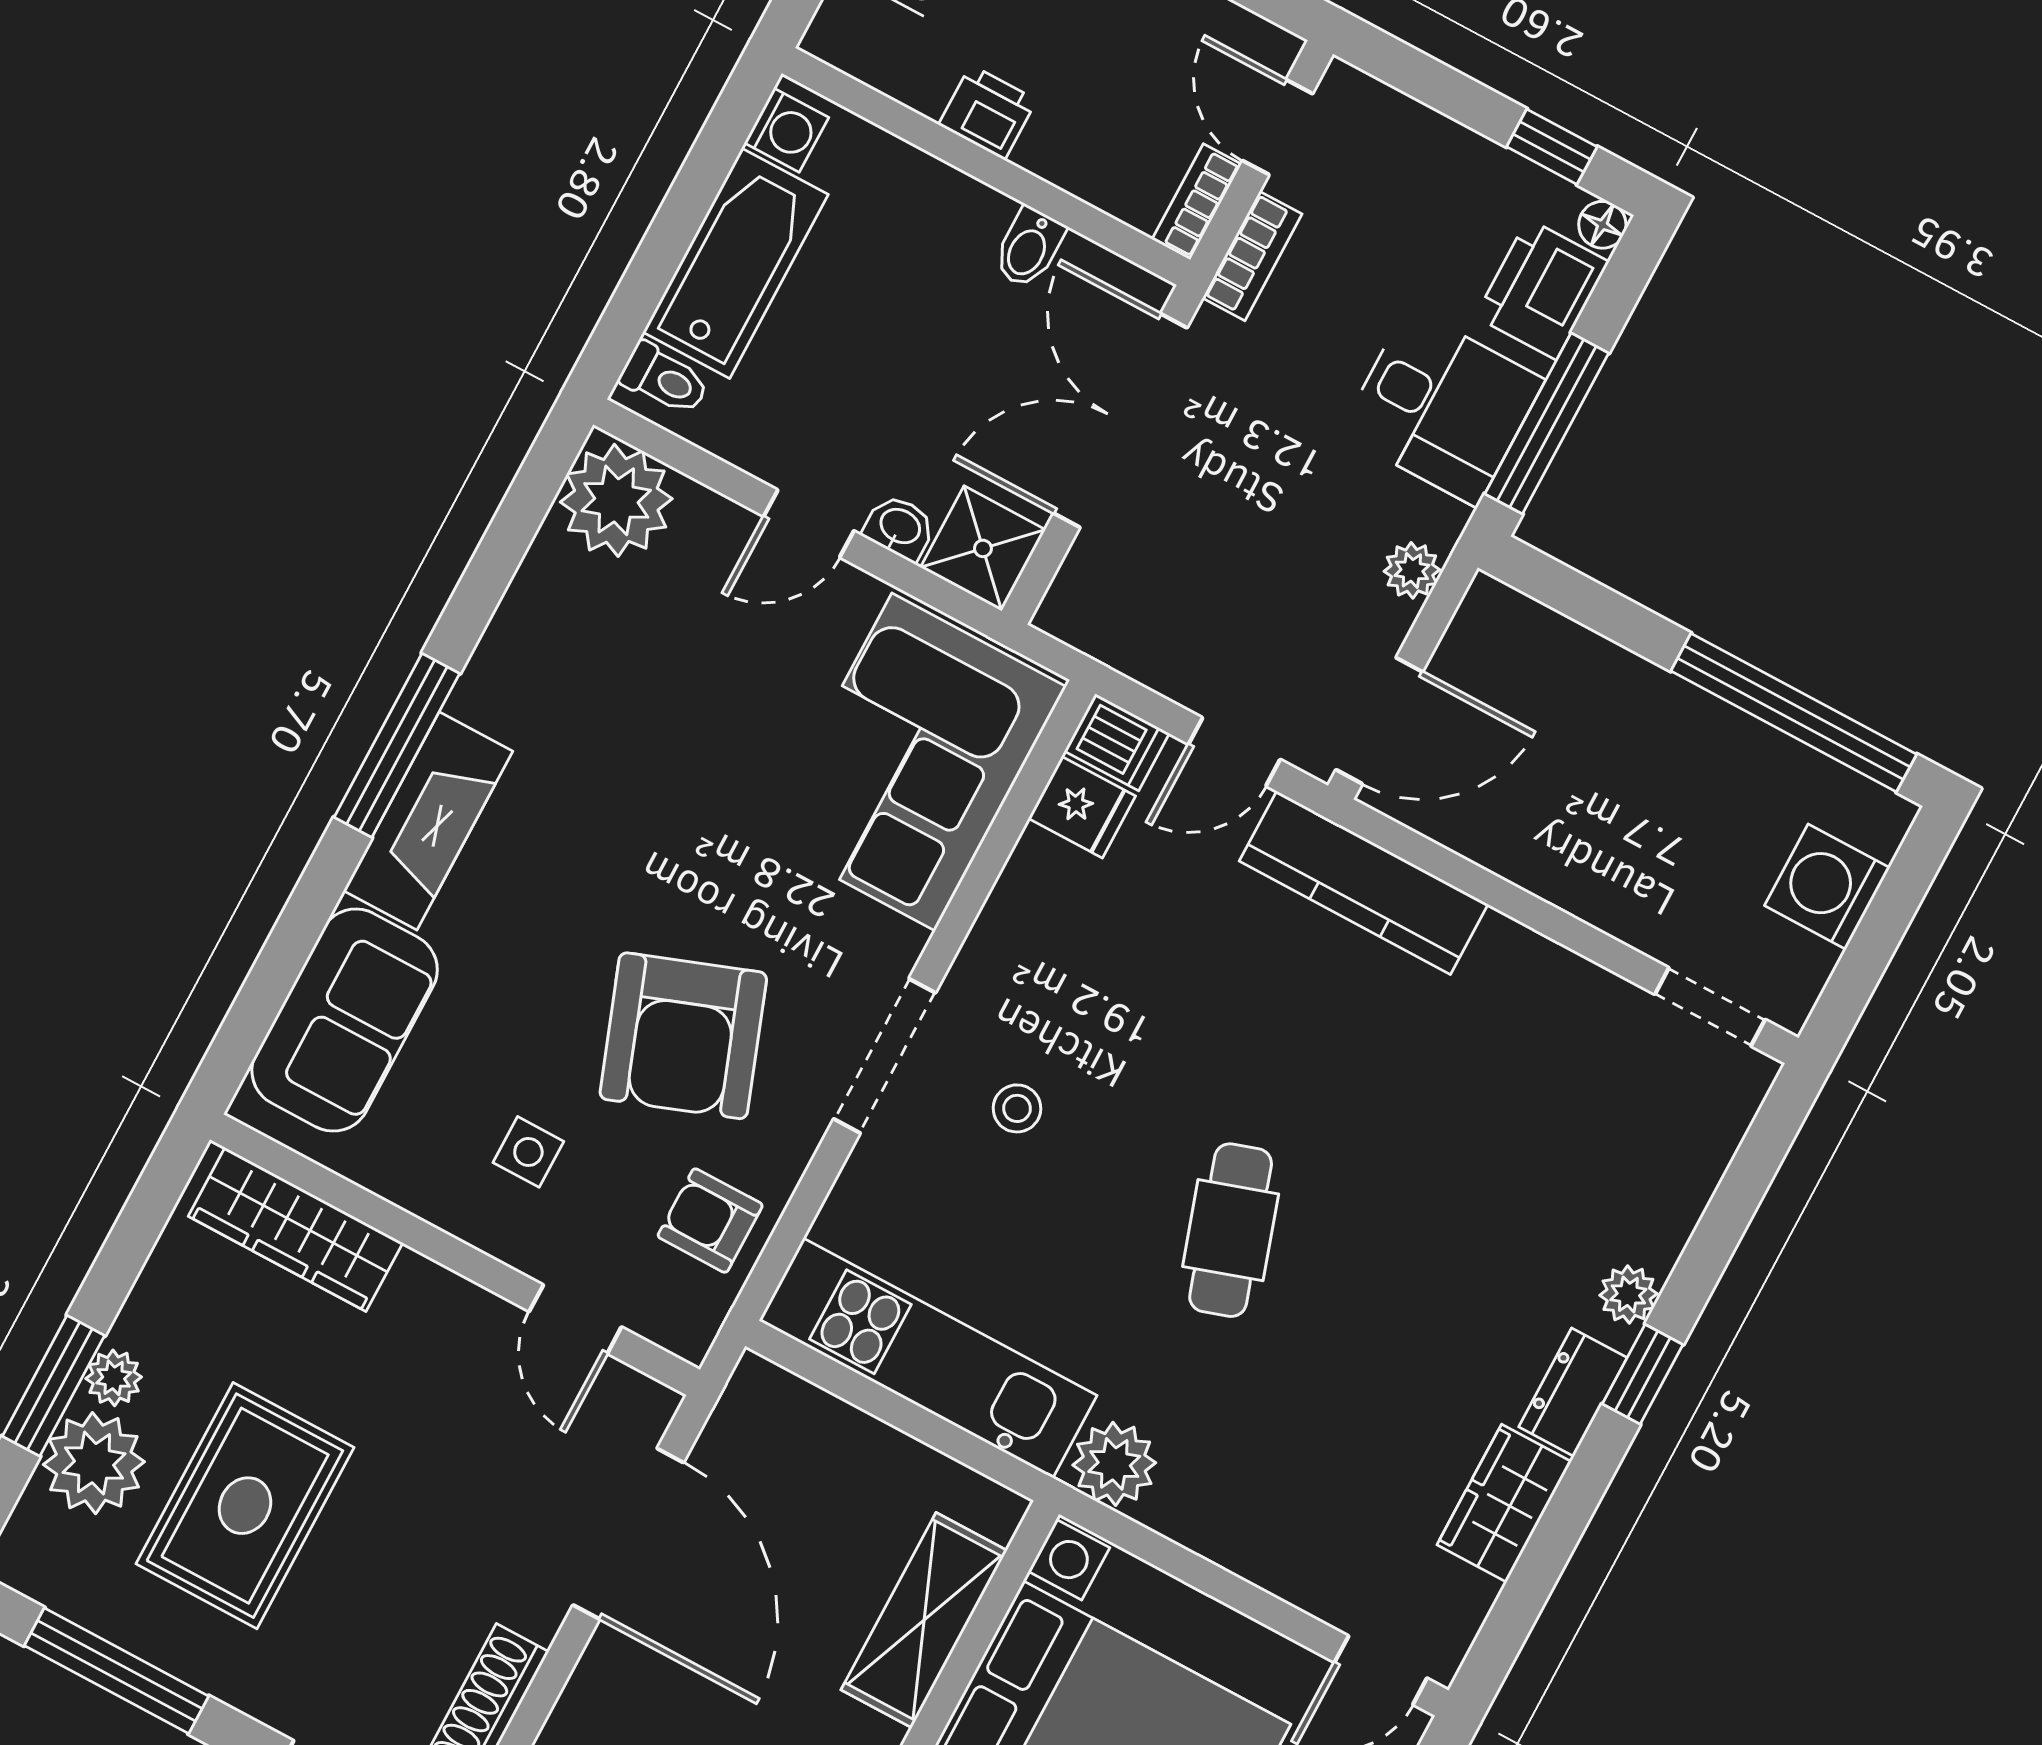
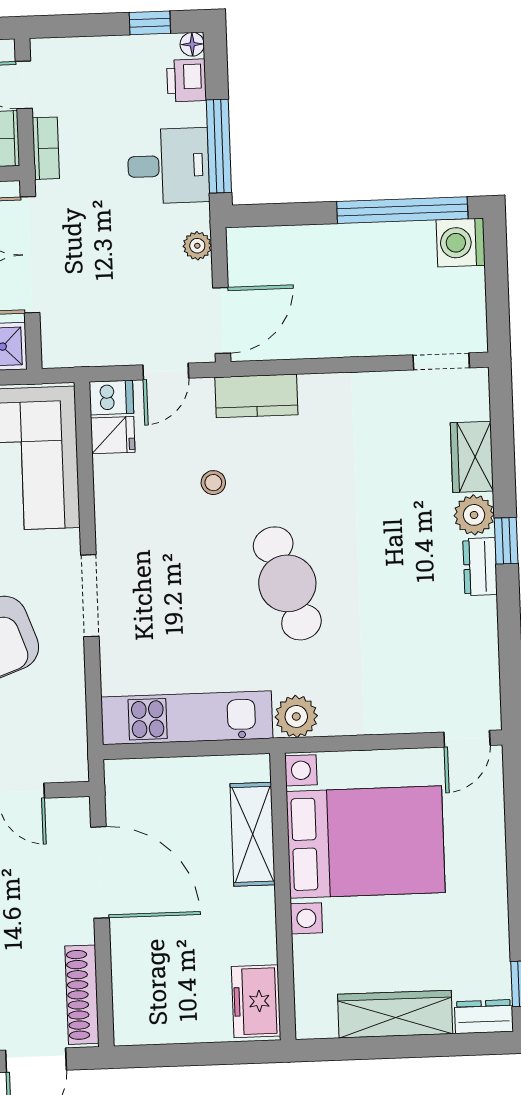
printer: (1542, 289) -> (186, 80), width x0.73, depth x0.81
kitchen counter: (1364, 883) -> (256, 396), width x0.67
washing machine: (1827, 887) -> (461, 243), moved
stool: (1017, 1108) -> (213, 483), moved
armchair: (710, 1221) -> (55, 713), removed
cafe table: (1231, 1230) -> (287, 583), width x1.37, depth x1.35
plant: (1628, 1294) -> (474, 515), width x1.38, depth x1.38
wardrobe: (1504, 1503) -> (472, 457), moved

